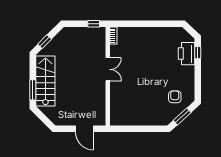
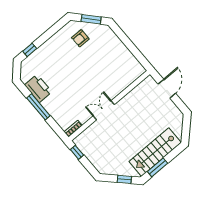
window: (151, 24) -> (38, 107), added
printer: (186, 54) -> (38, 88), moved, turned -90
window: (33, 90) -> (157, 167), moved

